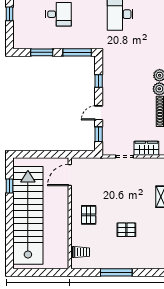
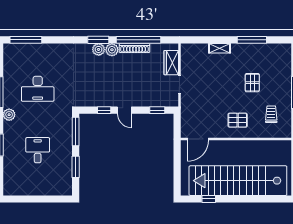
window: (9, 14) -> (37, 199), removed
door: (99, 113) -> (124, 110), moved
door: (70, 175) -> (198, 139), hinge flipped
trolley: (81, 252) -> (271, 114), moved

